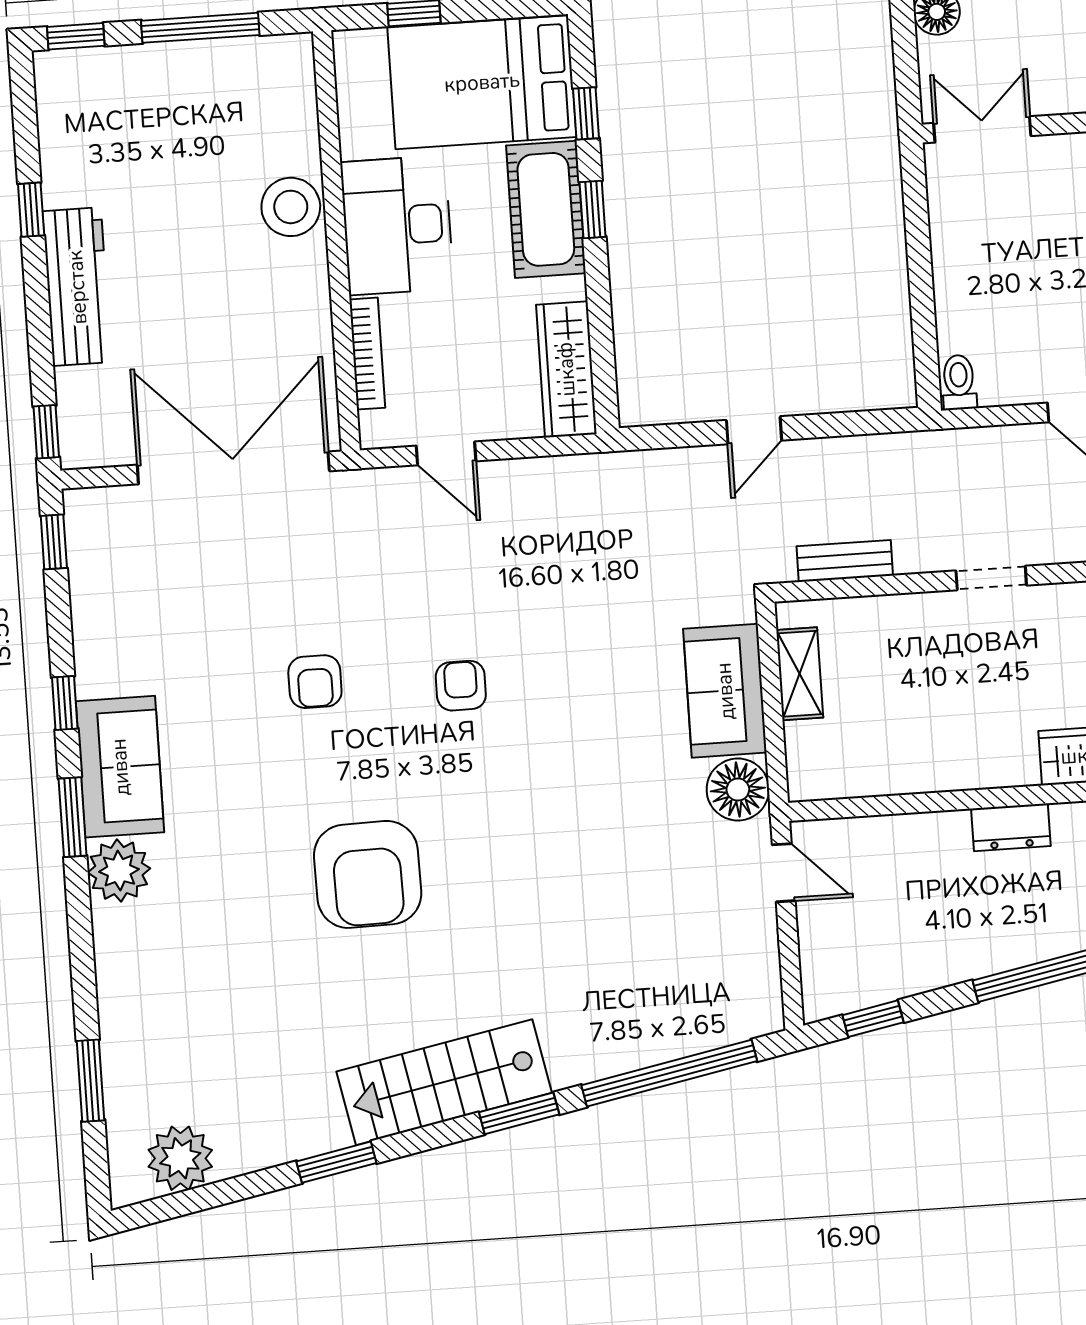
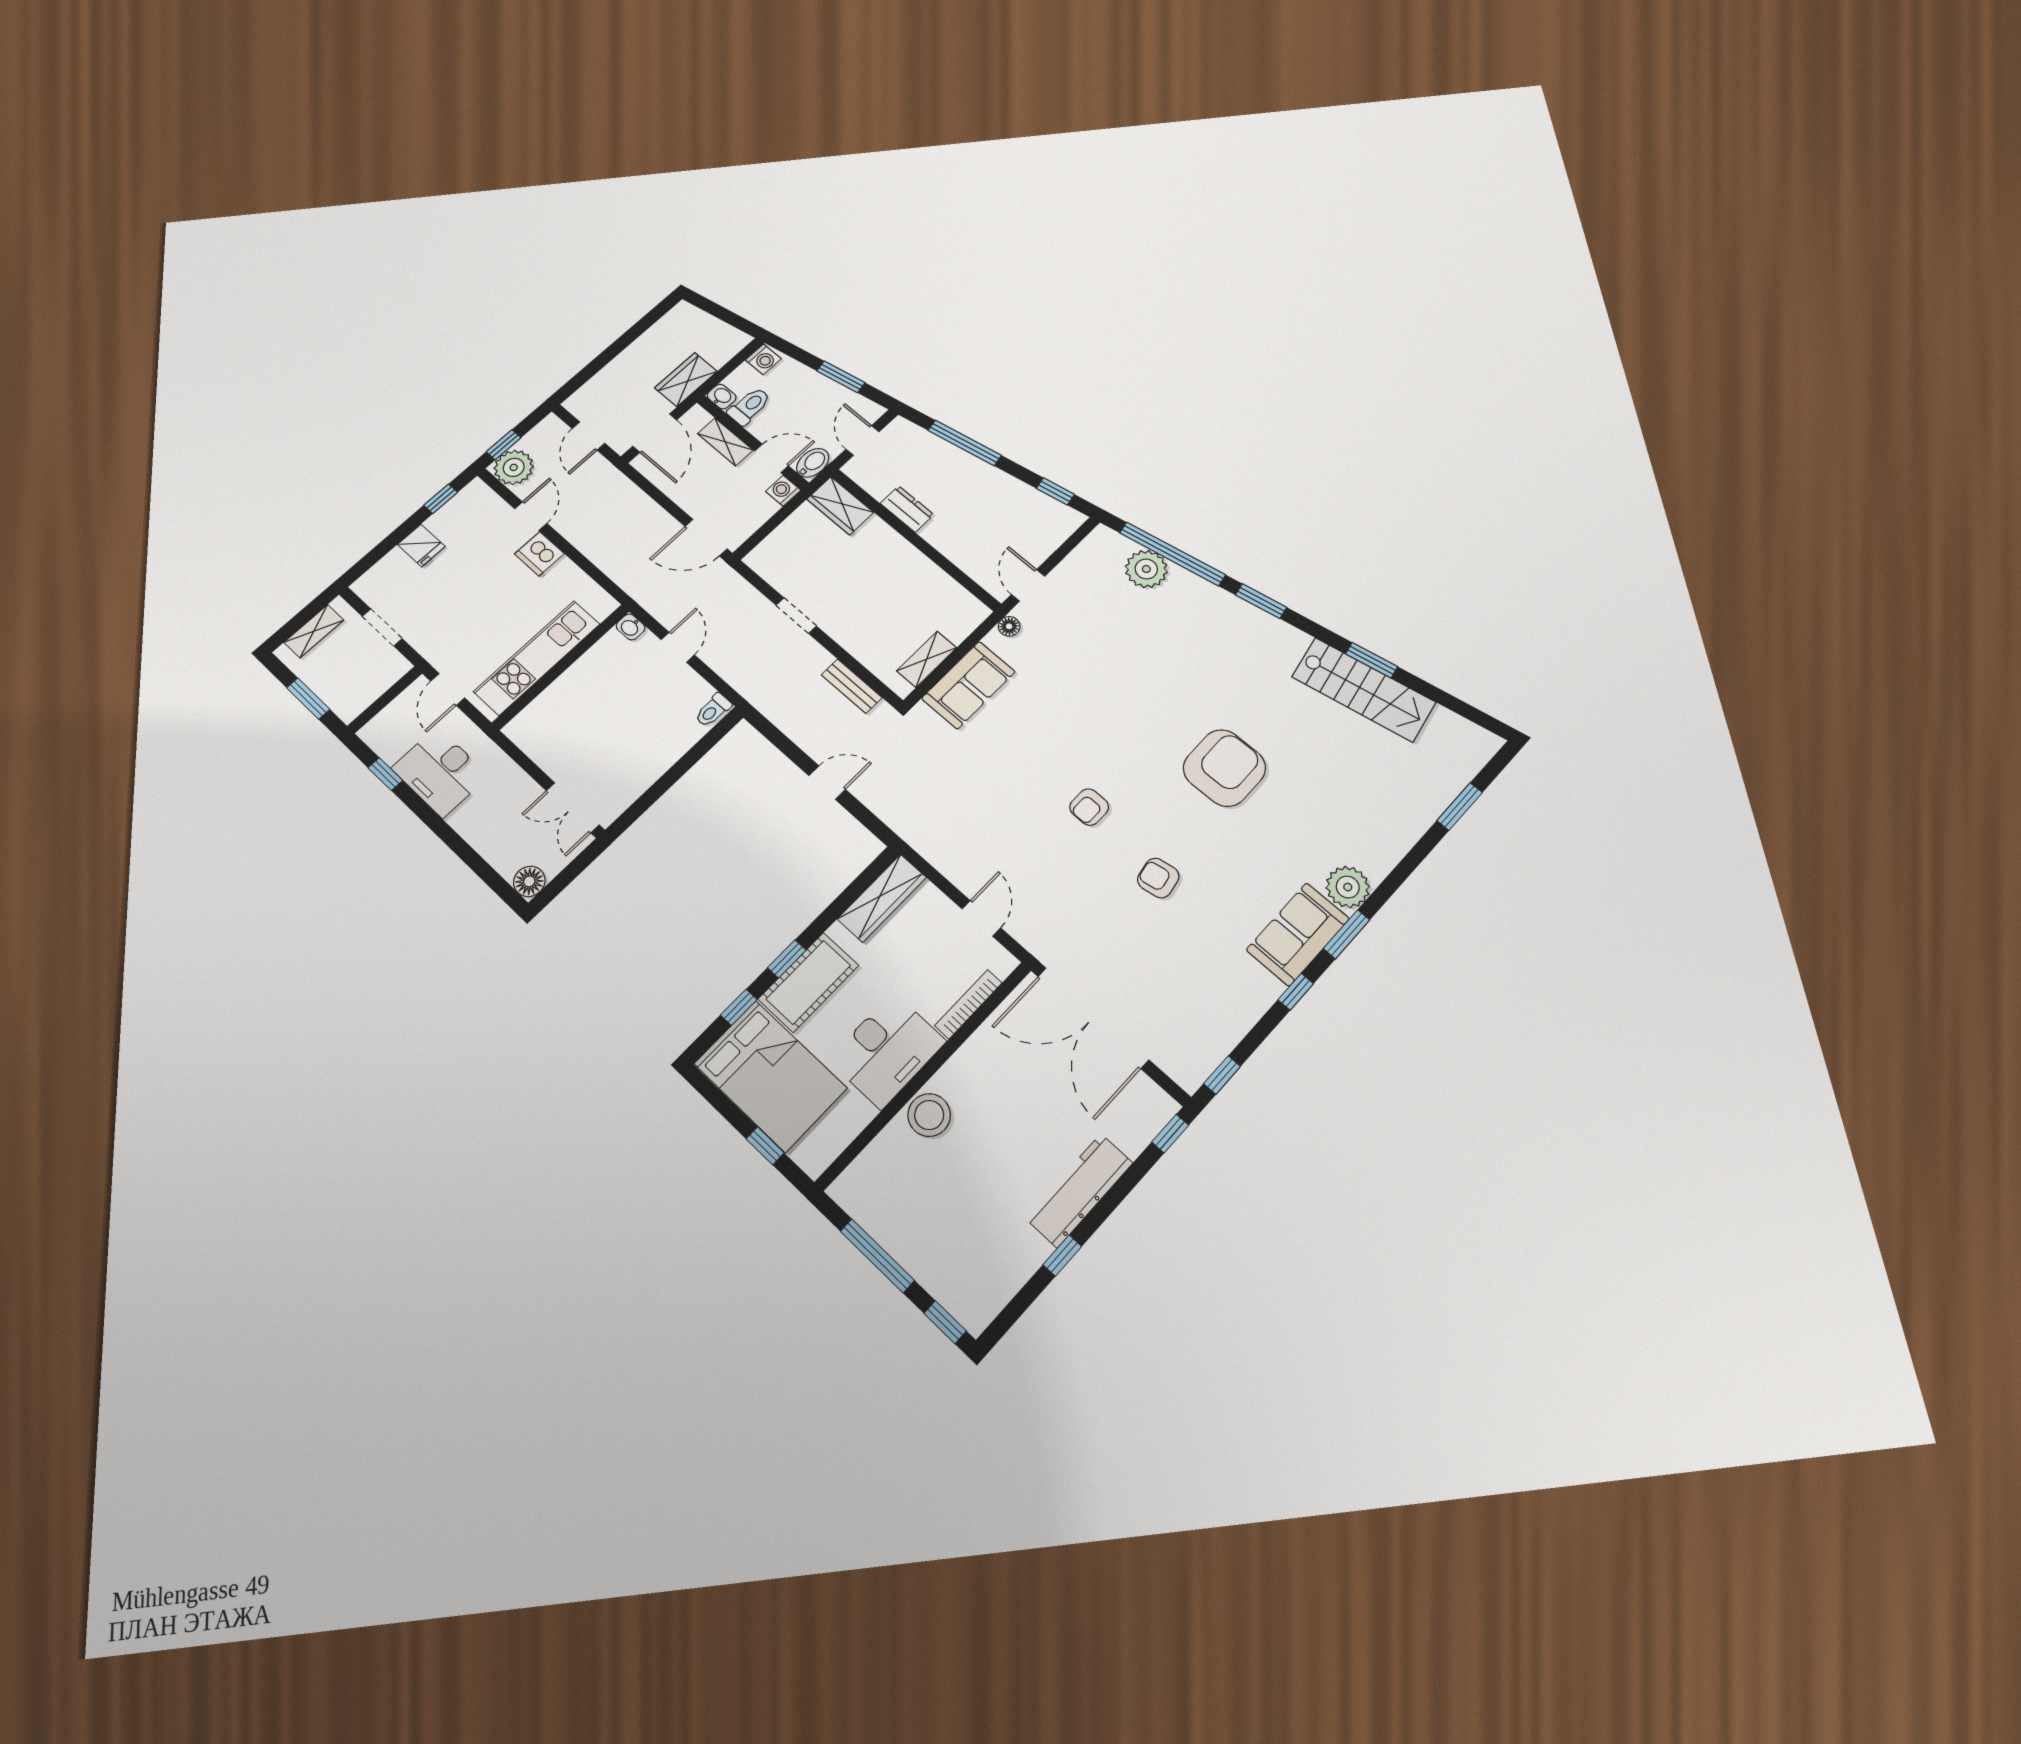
armchair: (315, 682) -> (1158, 878), turned -100
floor lamp: (738, 790) -> (1009, 626), width x0.53, depth x0.53
stairs: (444, 1082) -> (1364, 690), moved
plant: (180, 1158) -> (1146, 569), moved

